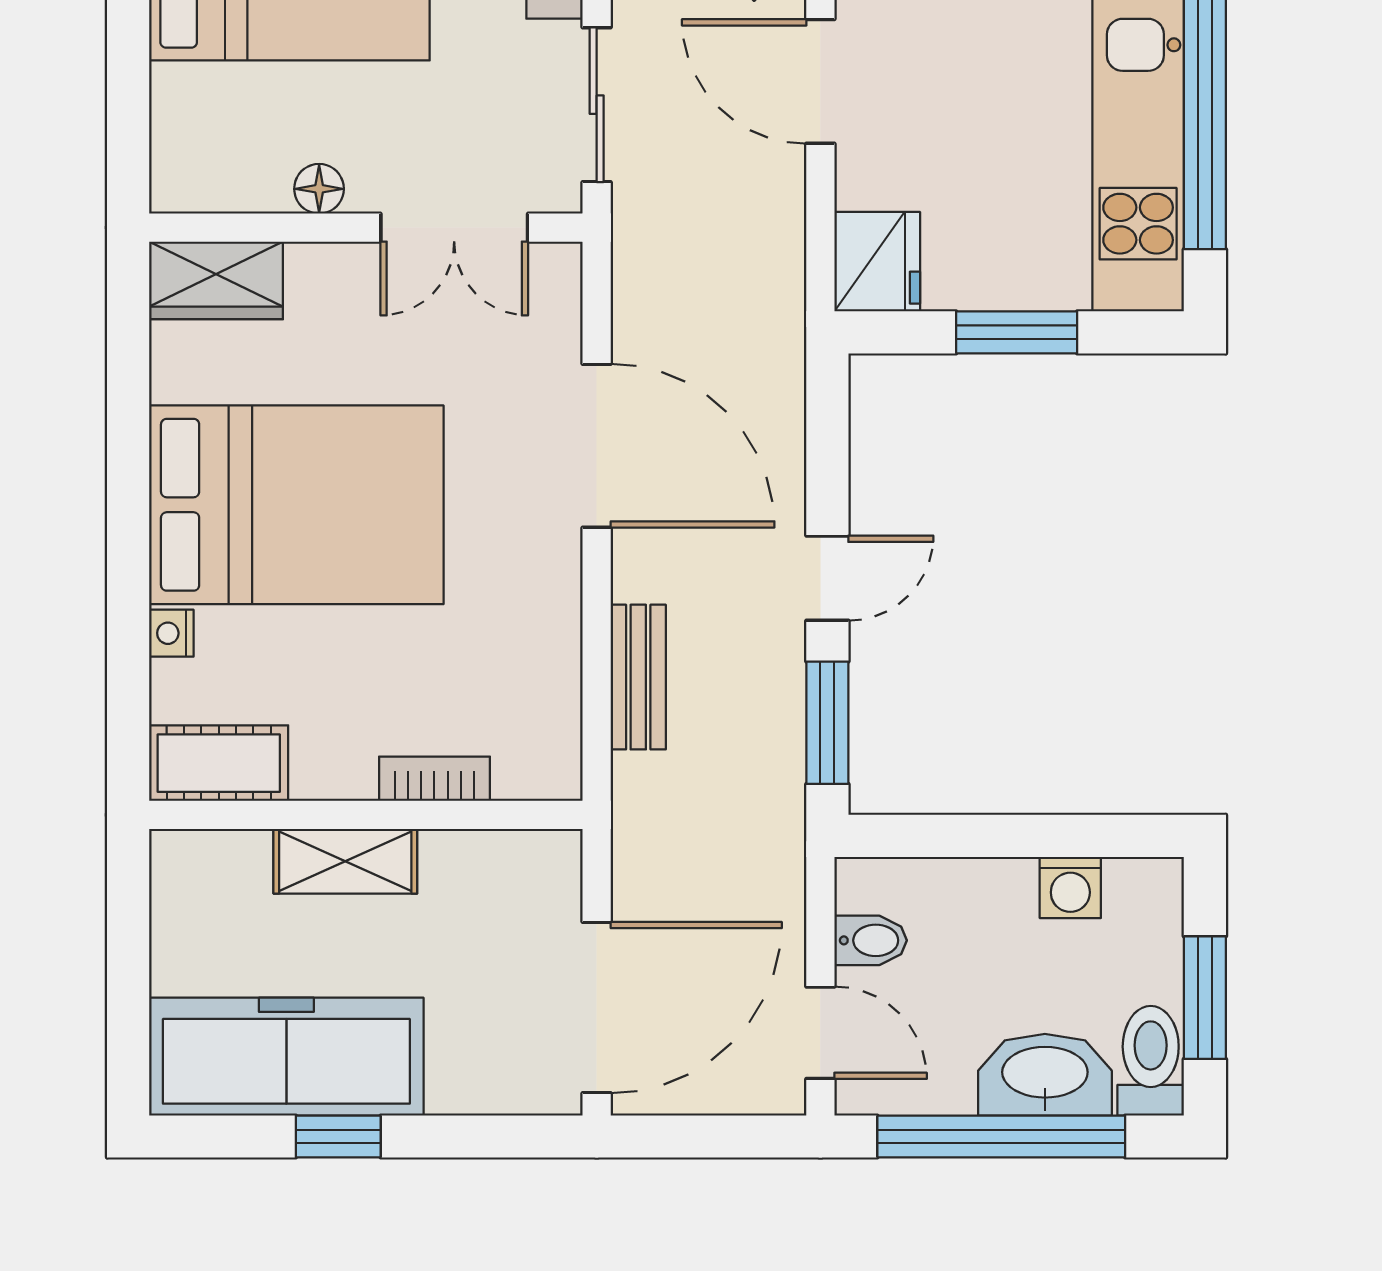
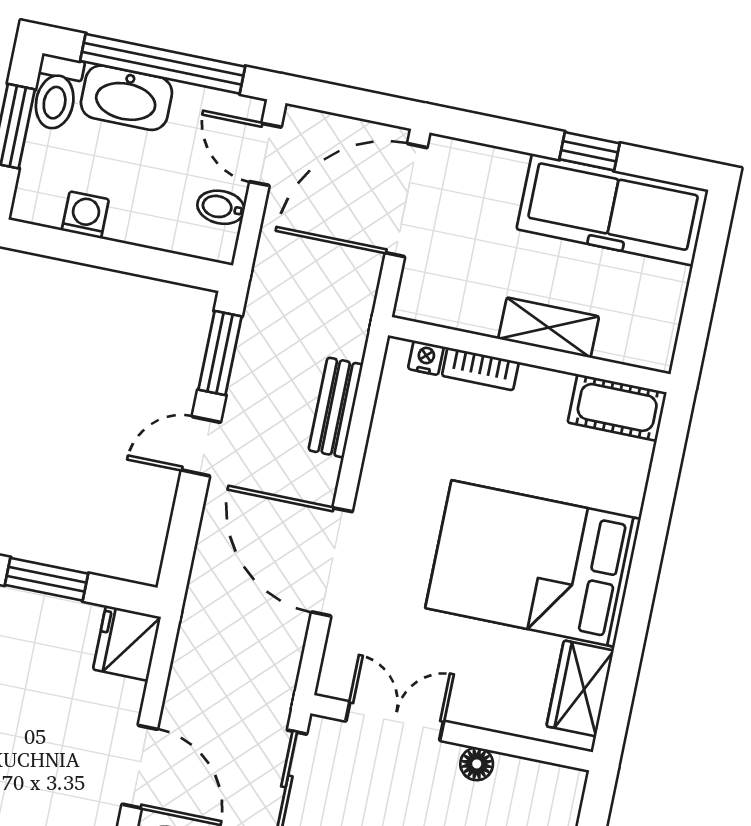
wardrobe: (216, 280) -> (580, 688), moved, turned -90
nightstand: (171, 633) -> (426, 358), moved, turned -90

